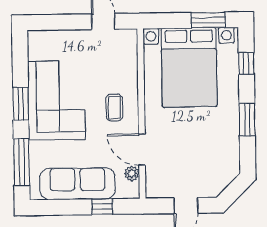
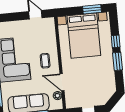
window: (246, 63) -> (116, 41), moved

